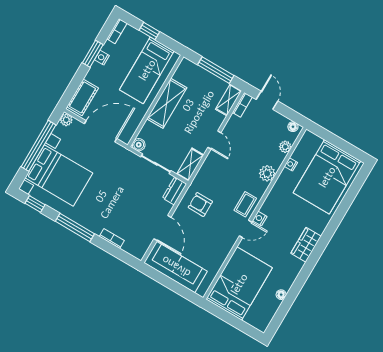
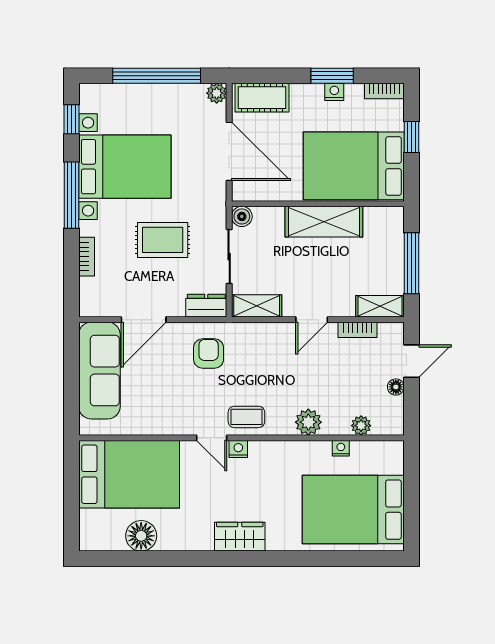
bed: (147, 70) -> (354, 166), width x1.50
bookcase: (242, 105) -> (358, 330), moved
floor lamp: (293, 127) -> (396, 387), moved
bed with nightstands: (59, 175) -> (125, 167), moved, turned -90
rug: (127, 193) -> (163, 240), added
floor lamp: (281, 295) -> (141, 536), width x1.89, depth x1.89

